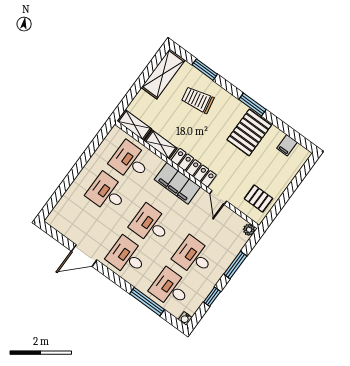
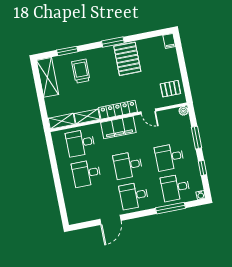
trolley: (198, 100) -> (81, 71), turned 101
filing cabinet: (287, 145) -> (169, 41), moved

